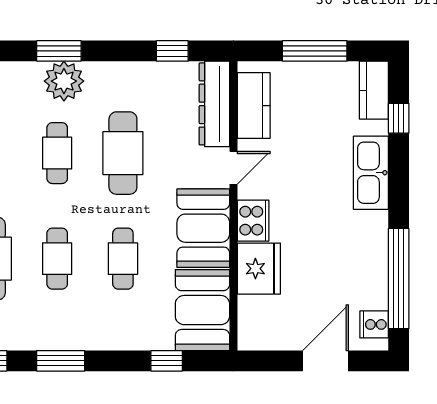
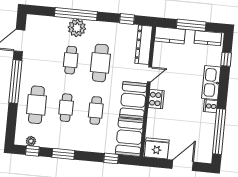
window: (59, 51) -> (76, 14), width x2.11
kitchen counter: (374, 90) -> (208, 38), moved, turned -90
kitchen counter: (254, 106) -> (170, 35), moved, turned 90
fridge: (259, 269) -> (157, 148), moved, turned -90
cooker: (374, 324) -> (210, 106), moved

